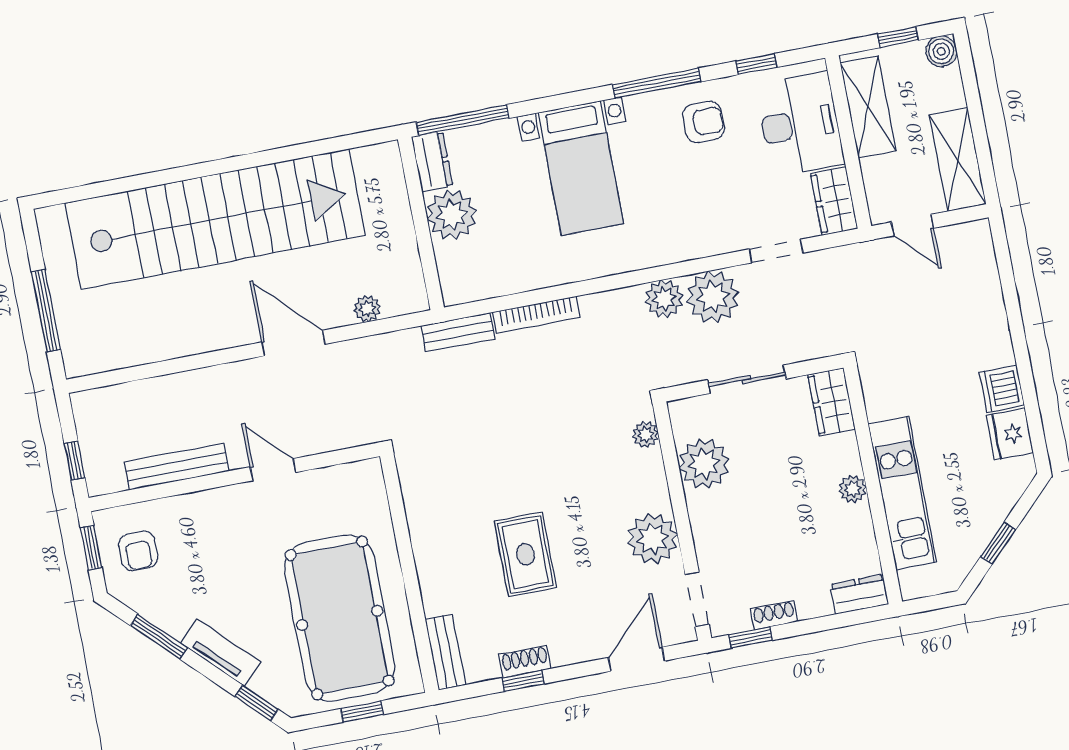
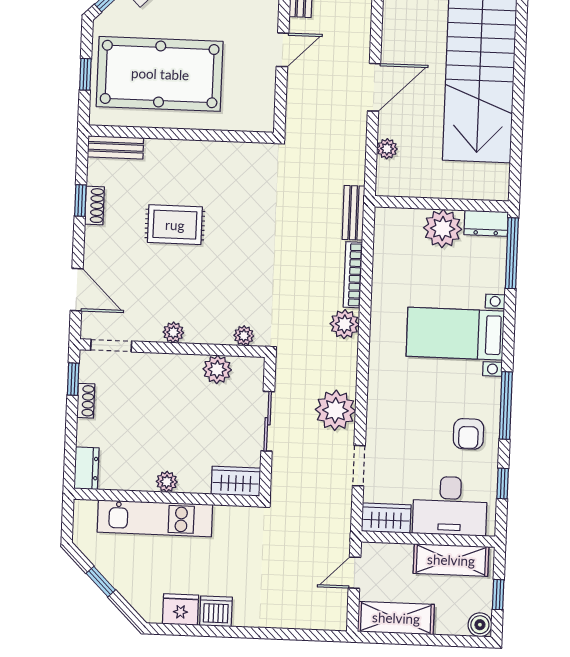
plant: (664, 299) -> (345, 324), moved
plant: (704, 464) -> (217, 369), width x0.73, depth x0.73
plant: (653, 539) -> (173, 332), width x0.53, depth x0.53

